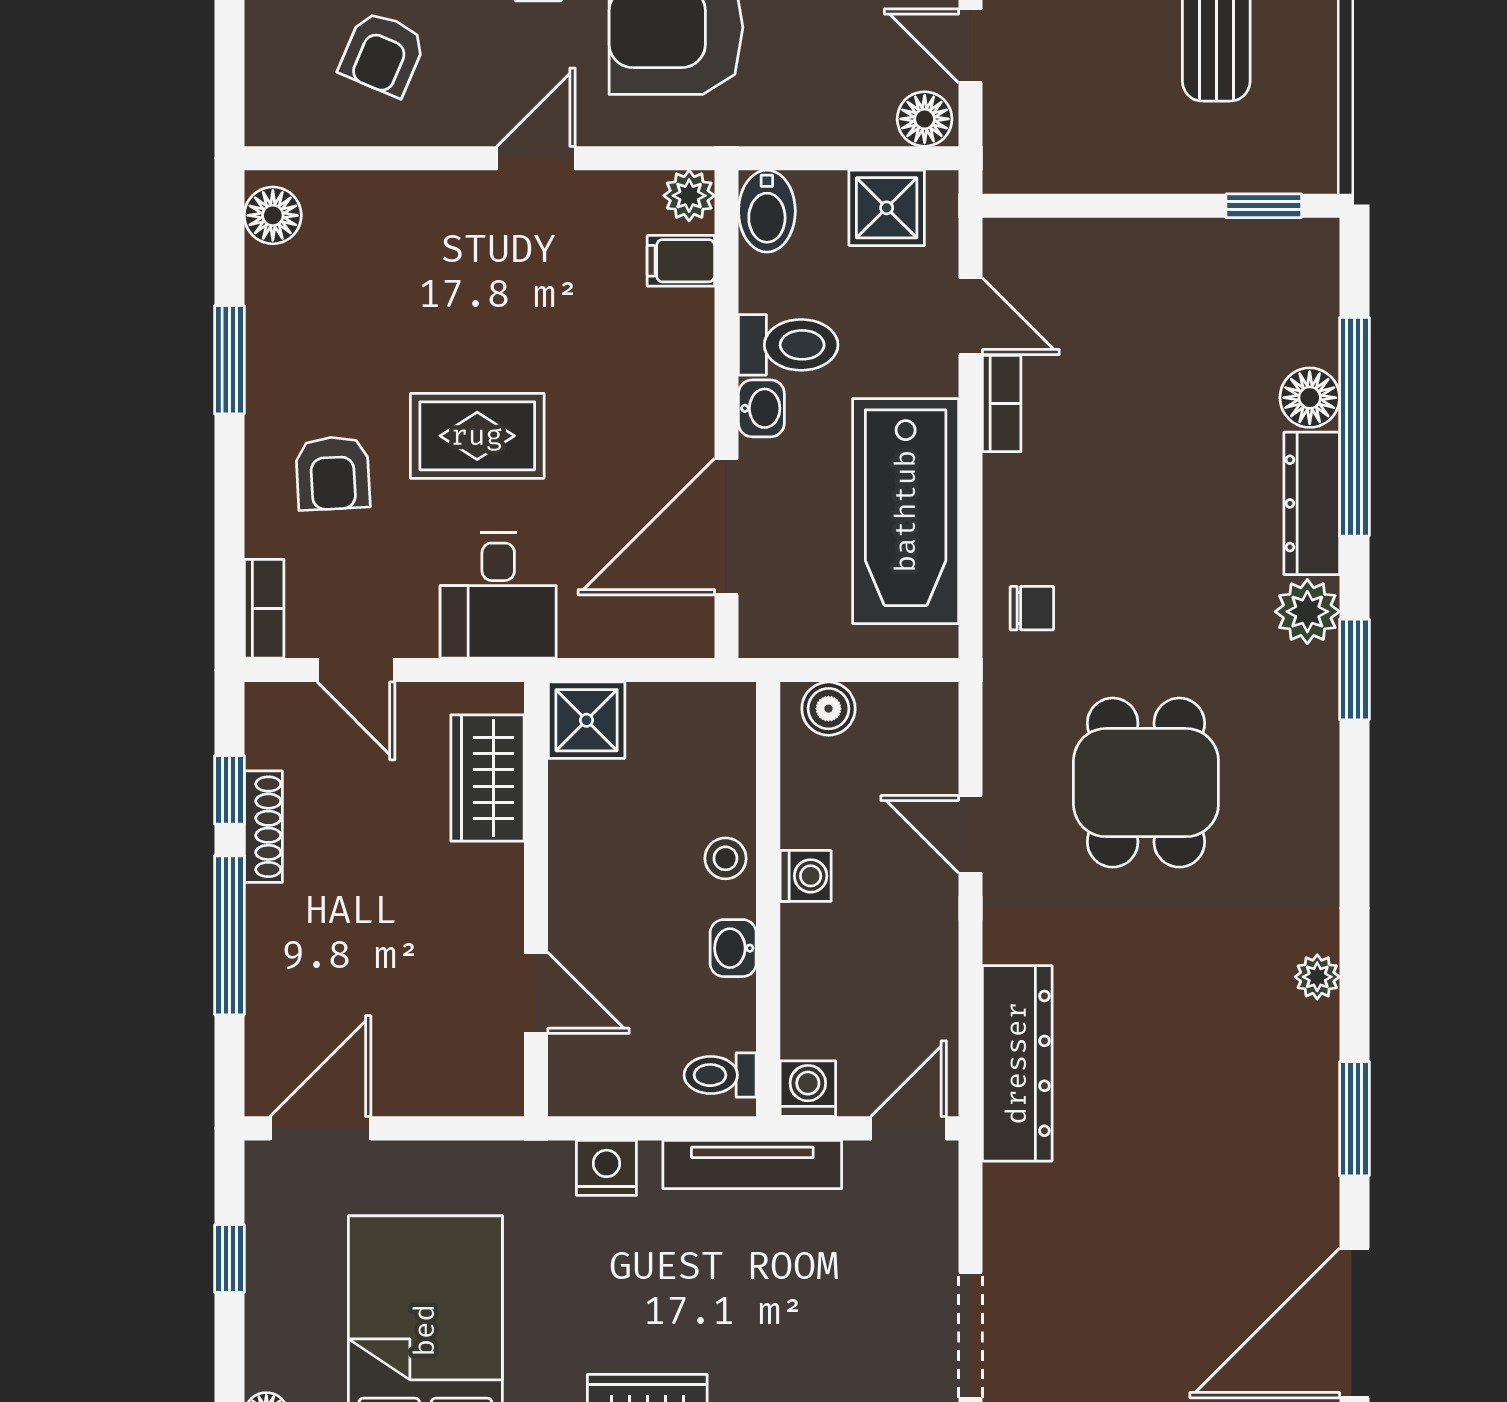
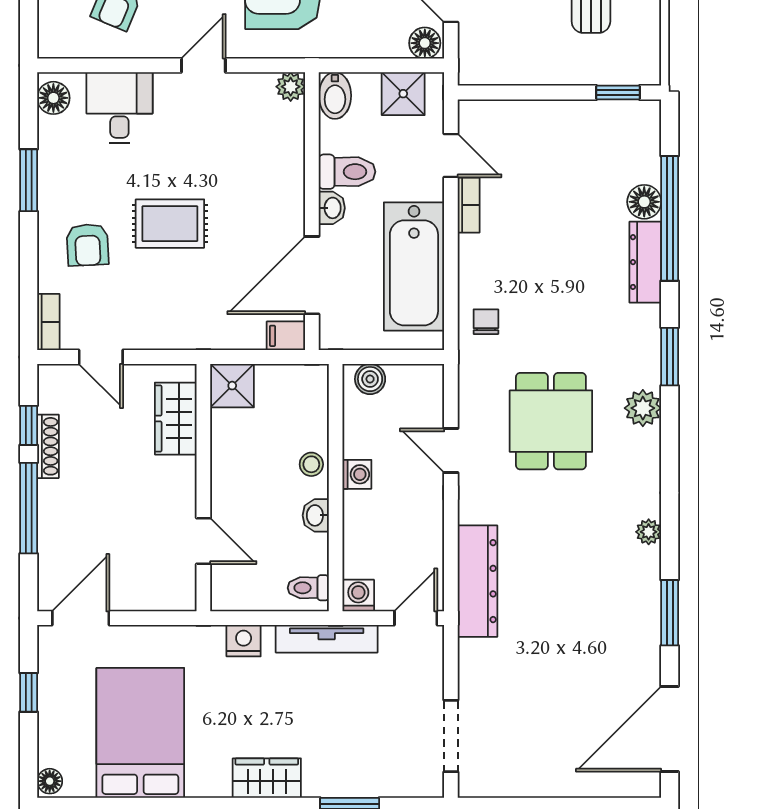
filing cabinet: (681, 261) -> (286, 336), moved
desk: (498, 596) -> (119, 108), moved, turned 180
chair: (1032, 608) -> (486, 322), turned -90
plant: (1307, 612) -> (643, 408), moved

